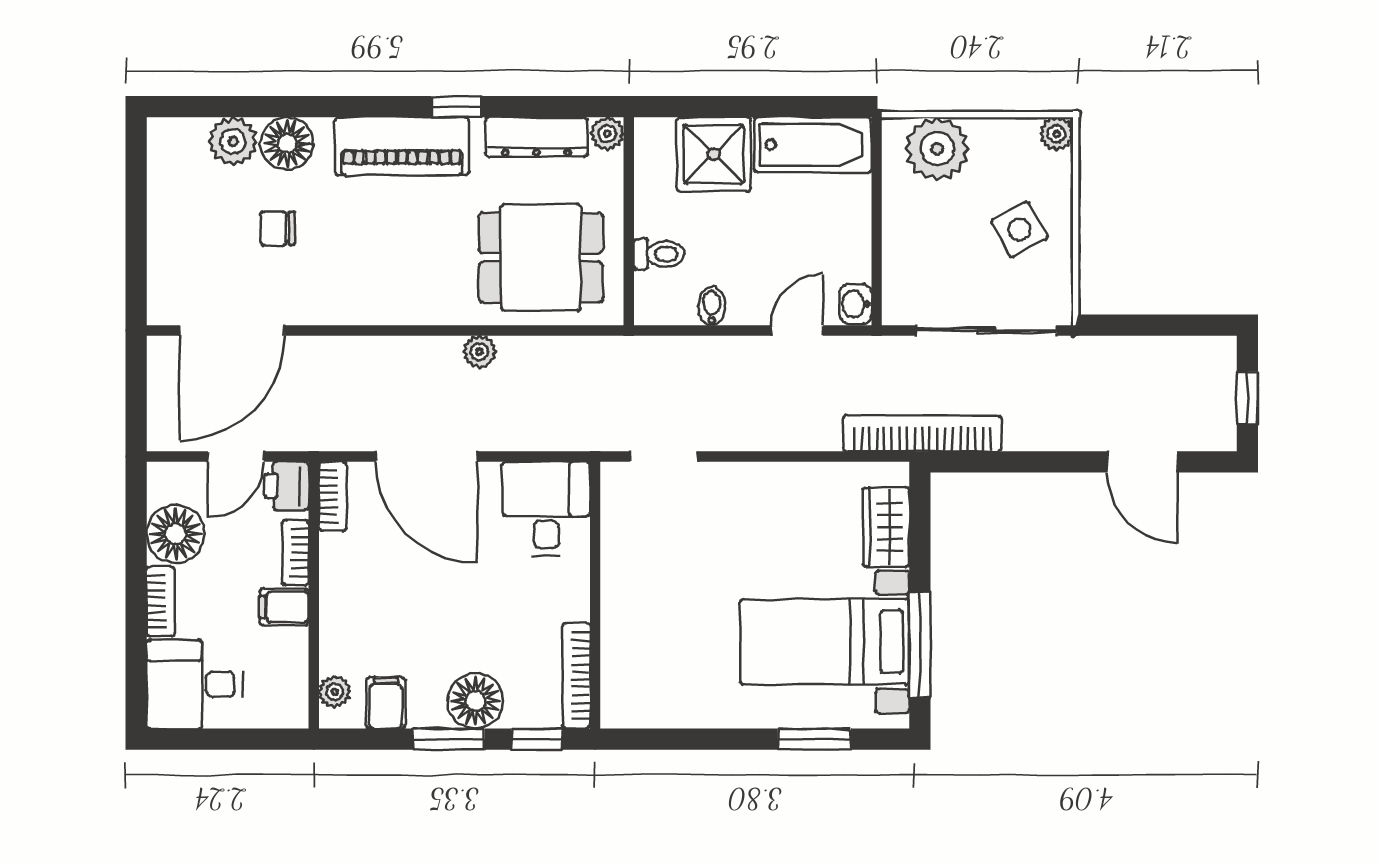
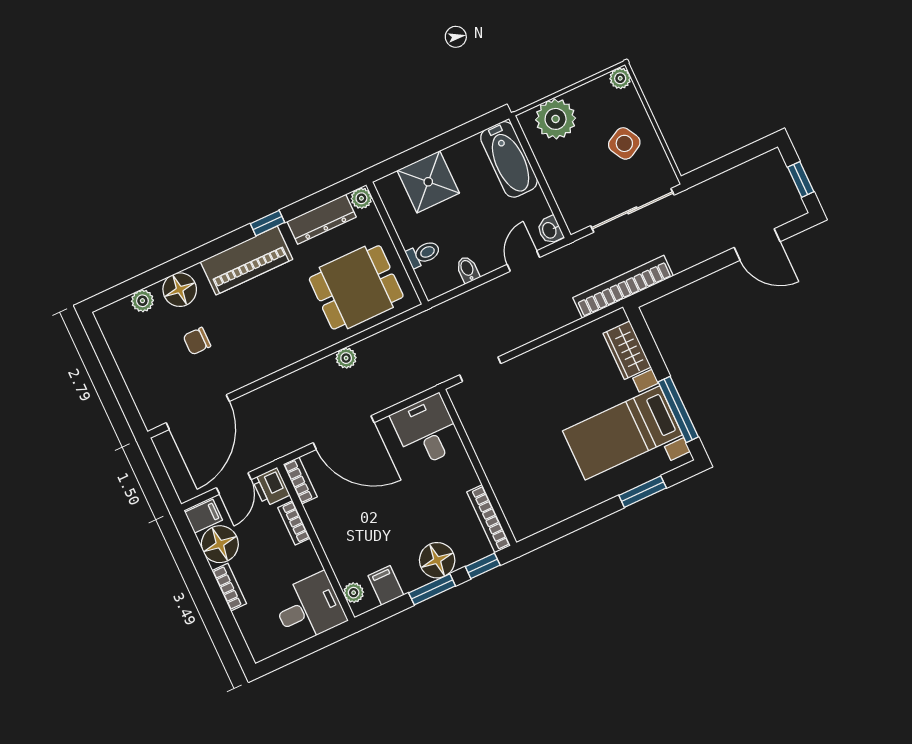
plant: (233, 141) -> (142, 301), width x0.73, depth x0.73
bathtub: (813, 145) -> (509, 159), moved, turned 90
filing cabinet: (284, 607) -> (204, 516), moved, turned 180
desk: (194, 684) -> (309, 608), moved, turned 180

